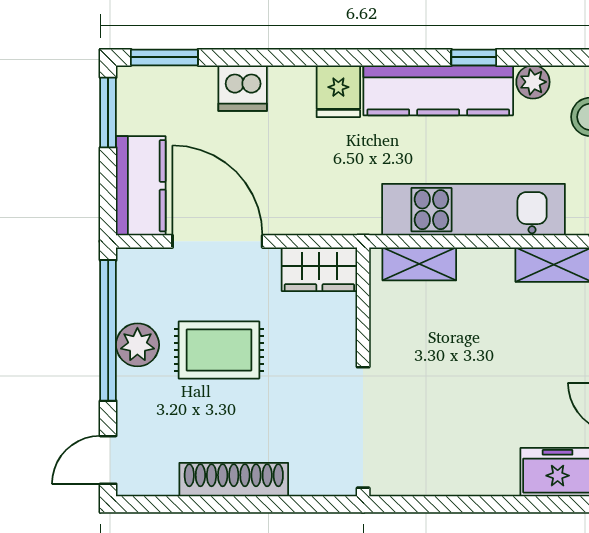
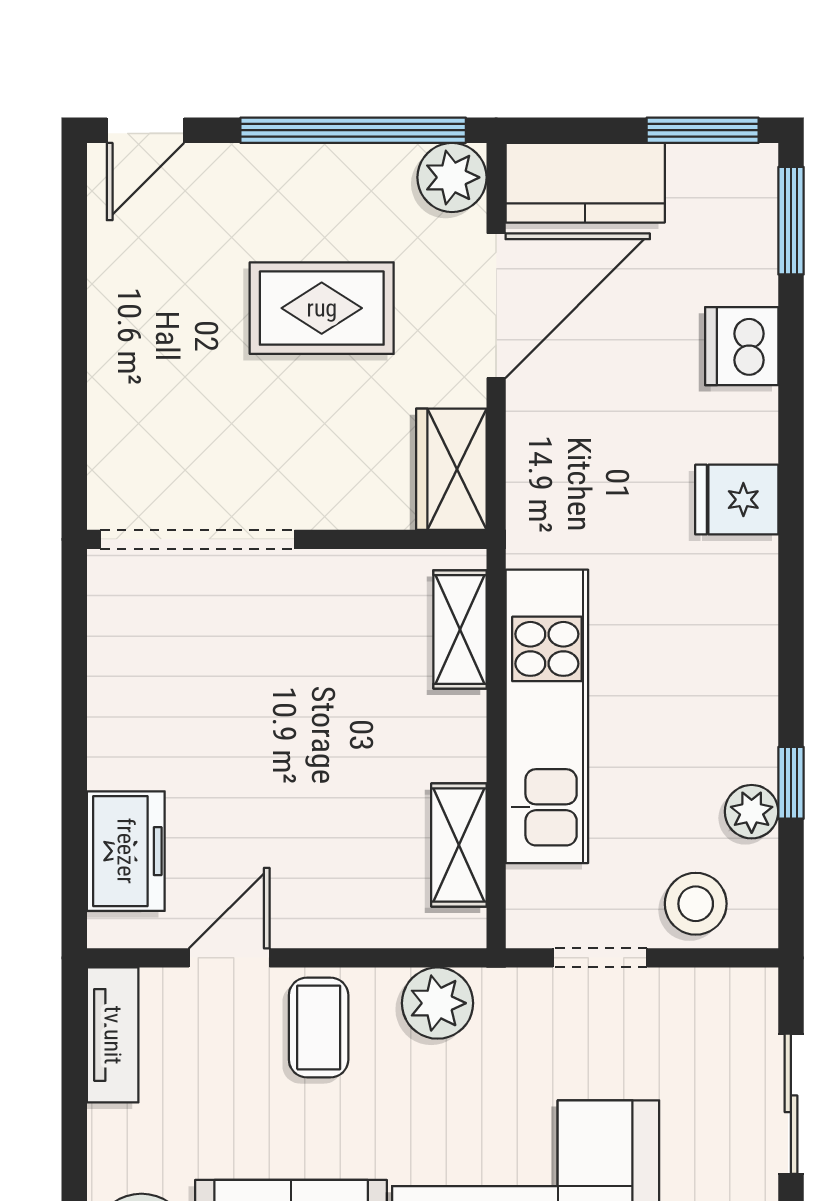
window: (474, 57) -> (791, 783), moved
kitchen counter: (438, 90) -> (738, 660), removed
plant: (137, 345) -> (452, 177), moved
rug: (219, 350) -> (322, 308), turned 90
door: (108, 460) -> (145, 130), swing flipped
shoe rack: (234, 480) -> (114, 332), removed

